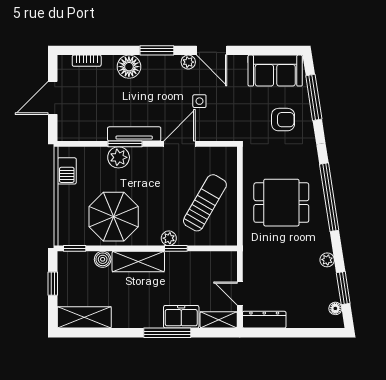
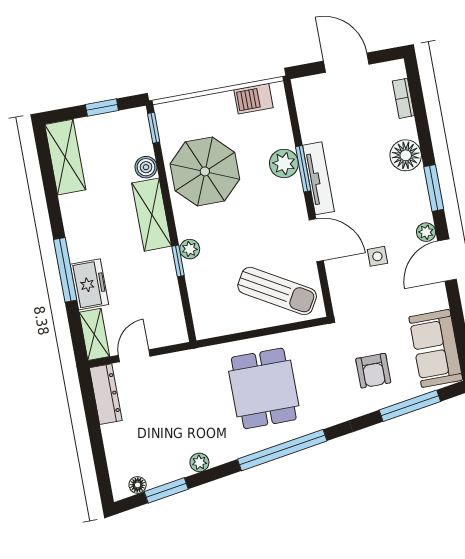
sun lounger: (205, 203) -> (277, 291), moved

